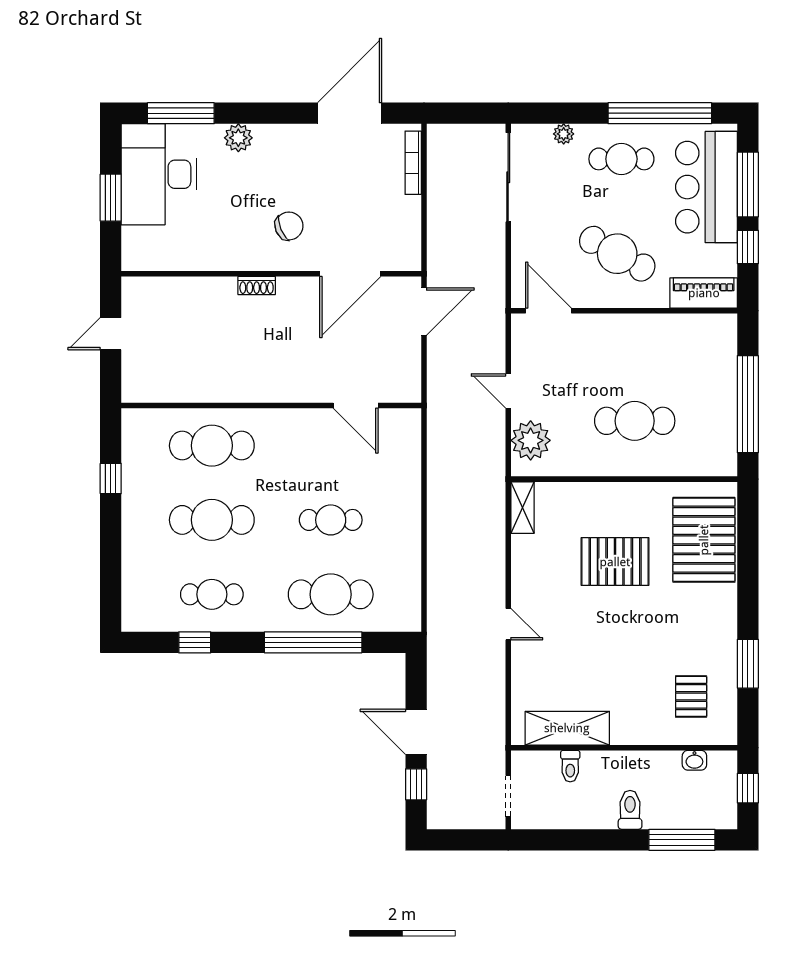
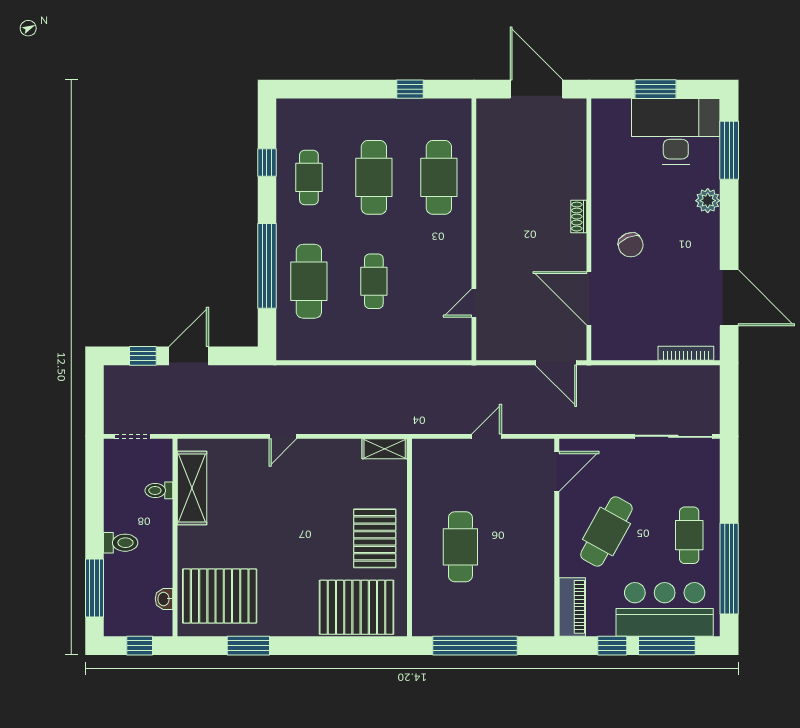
plant: (564, 134) -> (711, 485), removed
door: (111, 334) -> (537, 89), width x1.88
door: (356, 405) -> (474, 303), width x0.73
plant: (531, 440) -> (443, 456), removed
pallet: (615, 562) -> (375, 538), moved
pallet: (691, 696) -> (220, 596), width x2.05, depth x2.00

